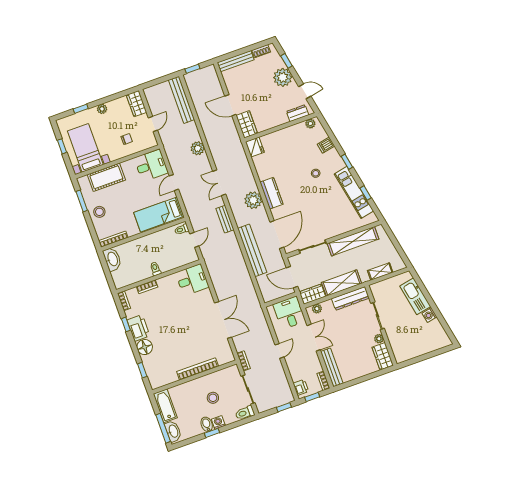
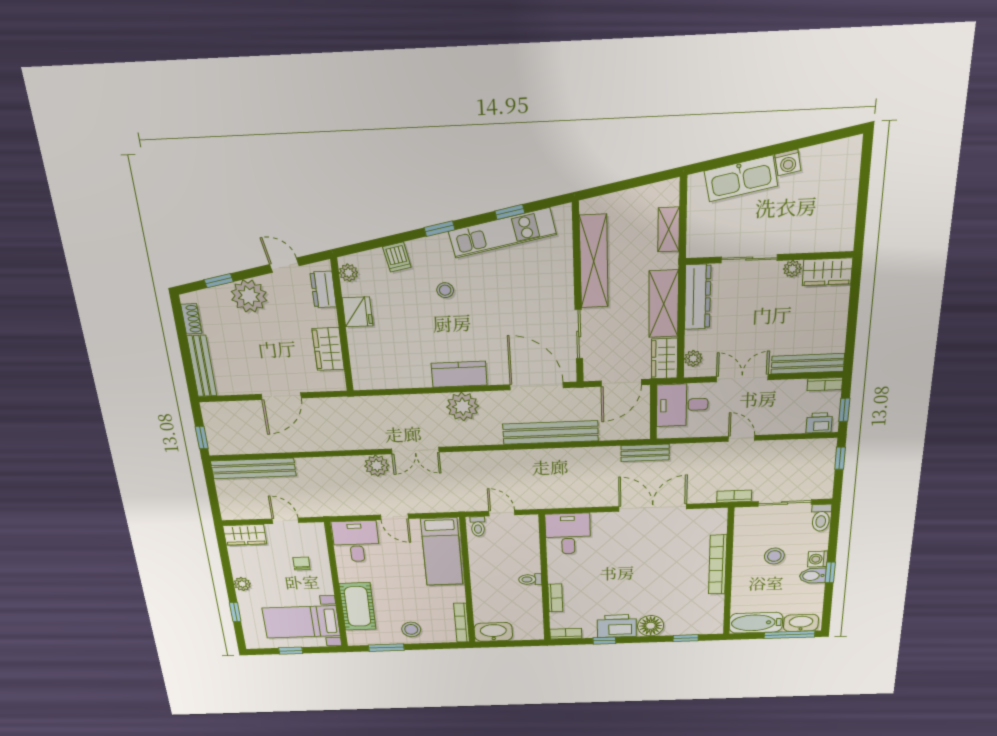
door: (305, 91) -> (284, 265), hinge flipped
wardrobe: (247, 124) -> (328, 349), moved, turned -90
fridge: (255, 147) -> (357, 312), moved, turned 90
plant: (198, 148) -> (377, 466), moved
bench: (225, 219) -> (645, 453), moved

